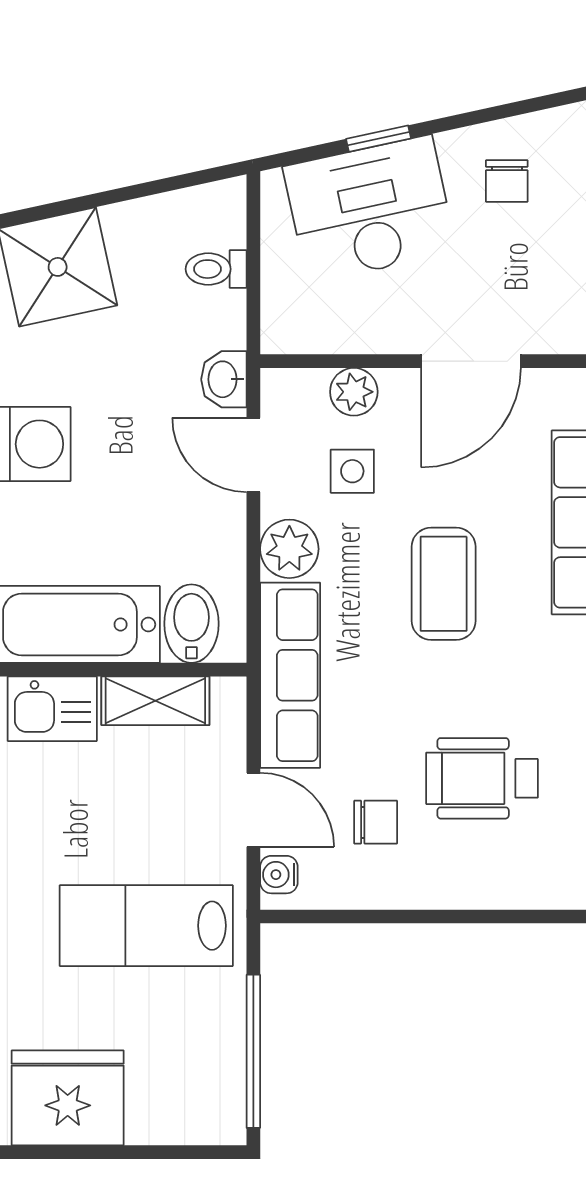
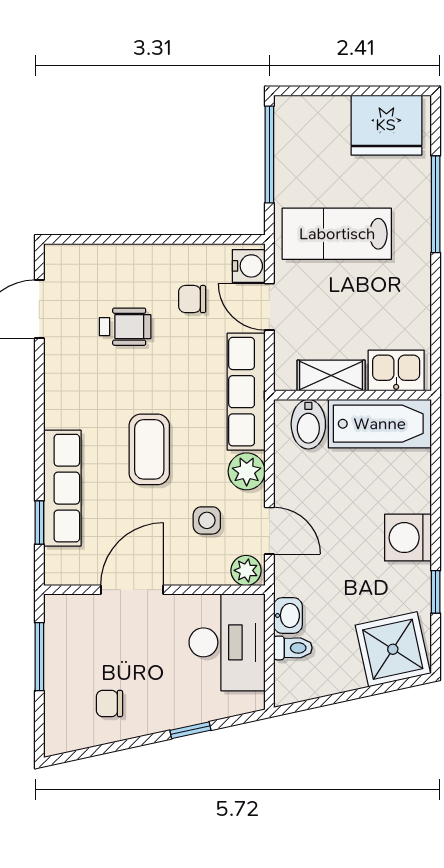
chair: (507, 181) -> (109, 703), turned -90
desk: (370, 209) -> (227, 642), moved, turned -78
washbasin: (224, 379) -> (288, 615), moved
plant: (354, 392) -> (246, 570), moved
wheelchair: (482, 778) -> (125, 327), width x0.73, depth x0.73
water cooler: (279, 875) -> (249, 266), width x1.38, depth x1.38
lab bench: (146, 926) -> (337, 234), turned 180

